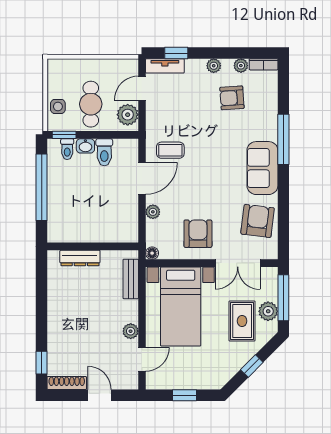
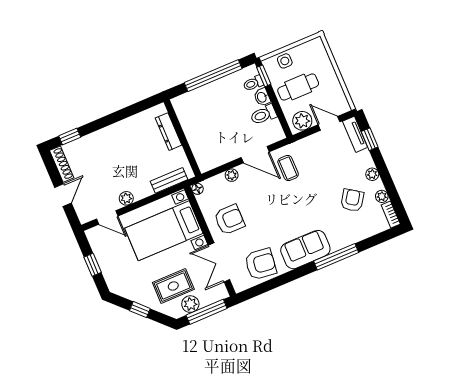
armchair: (232, 98) -> (352, 200), turned 38

